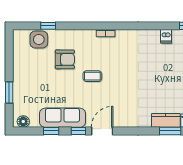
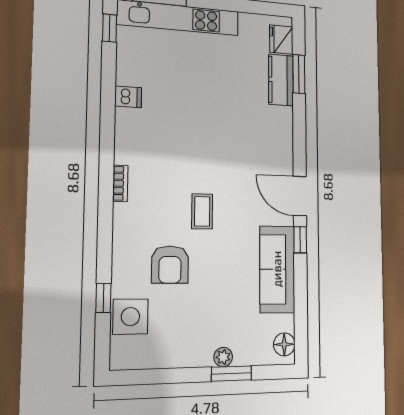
dishwasher: (166, 36) -> (128, 97), moved
armchair: (65, 59) -> (170, 265), turned 180
plant: (18, 88) -> (223, 357), added
window: (51, 131) -> (301, 291), removed

